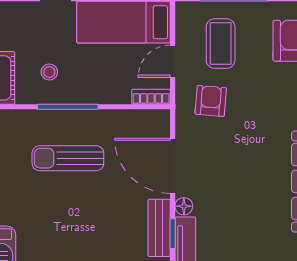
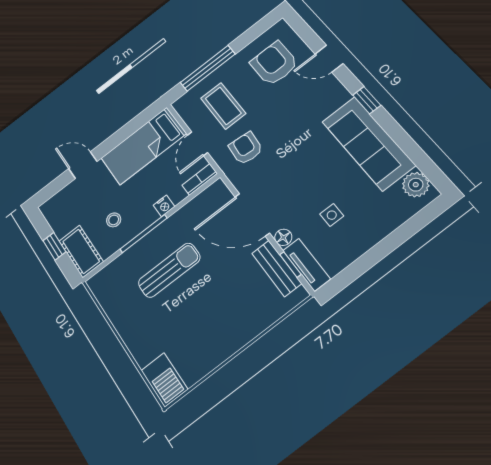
nightstand: (103, 96) -> (164, 206), added
sun lounger: (68, 158) -> (169, 270), turned 180
side table: (237, 219) -> (332, 215), added

